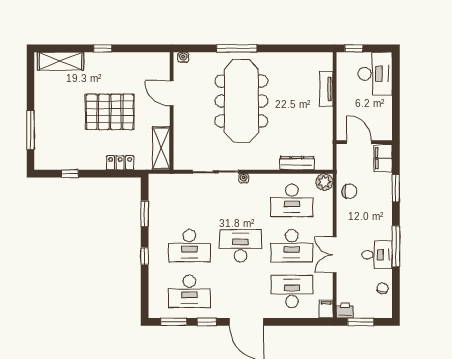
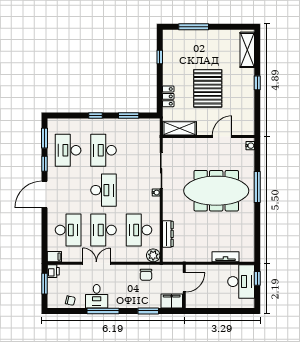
desk: (375, 74) -> (241, 282), moved, turned -90

